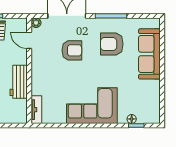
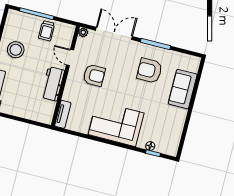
door: (29, 40) -> (70, 57), moved
armchair: (72, 50) -> (94, 75), moved
sofa: (149, 54) -> (183, 89), width x0.73

